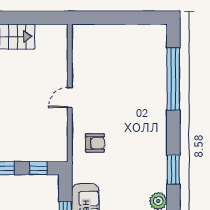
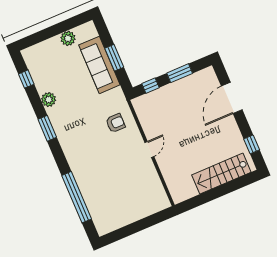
armchair: (95, 143) -> (115, 123), turned 180

